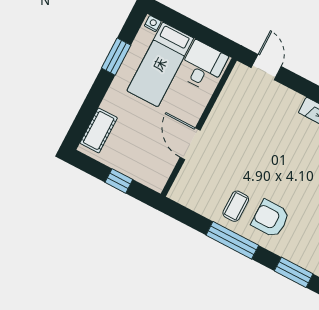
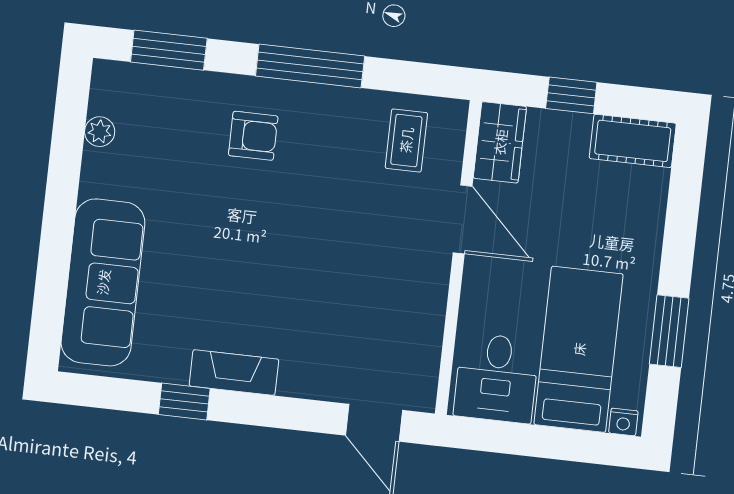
cot: (99, 130) -> (633, 141), moved, turned 90
wardrobe: (160, 172) -> (500, 142), added
coffee table: (236, 206) -> (406, 140), moved
armchair: (270, 219) -> (253, 136), width x0.72, depth x0.72

